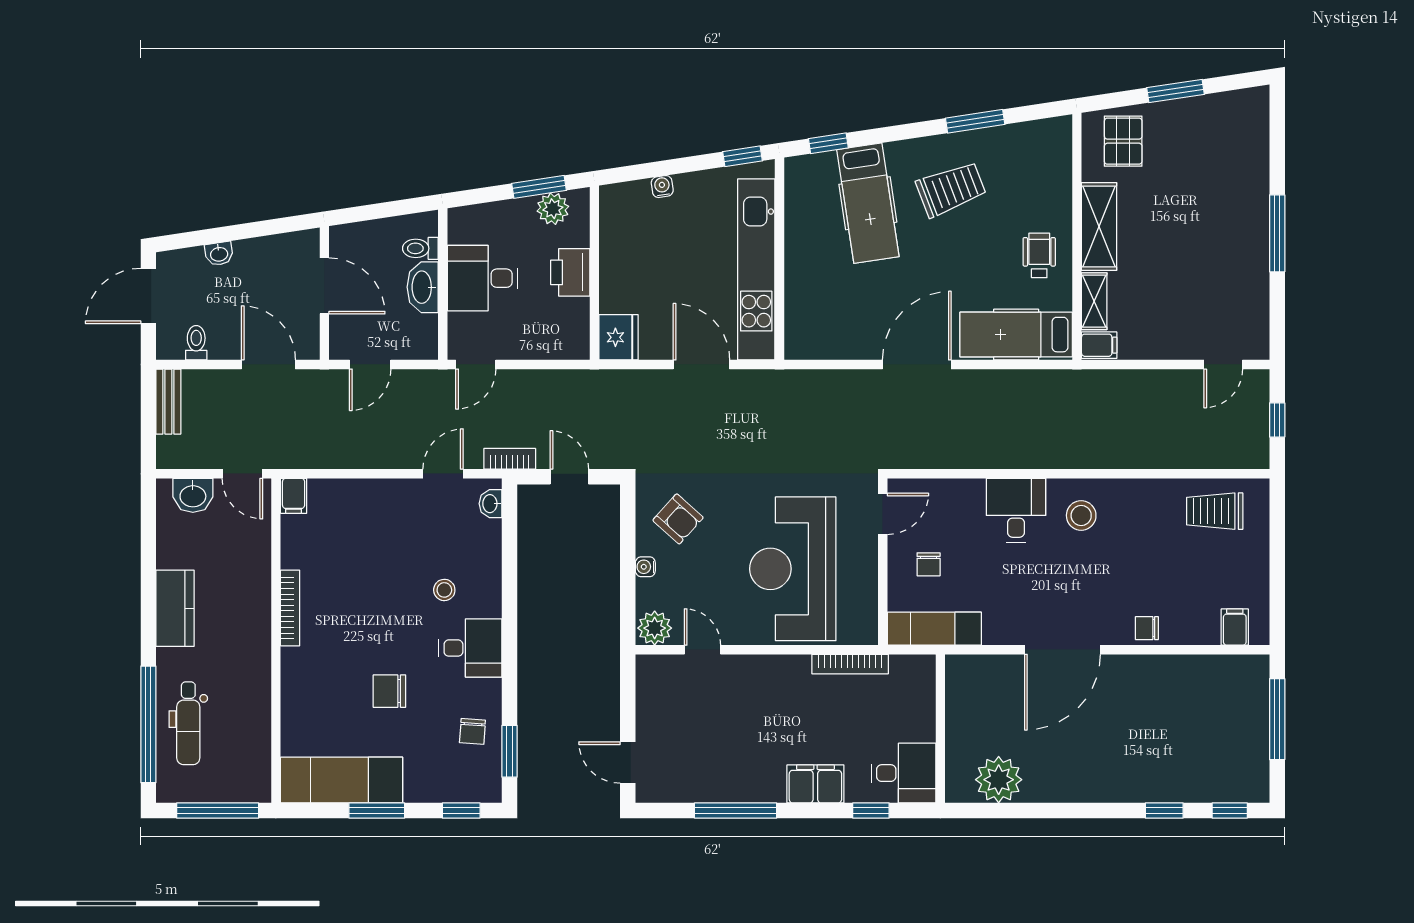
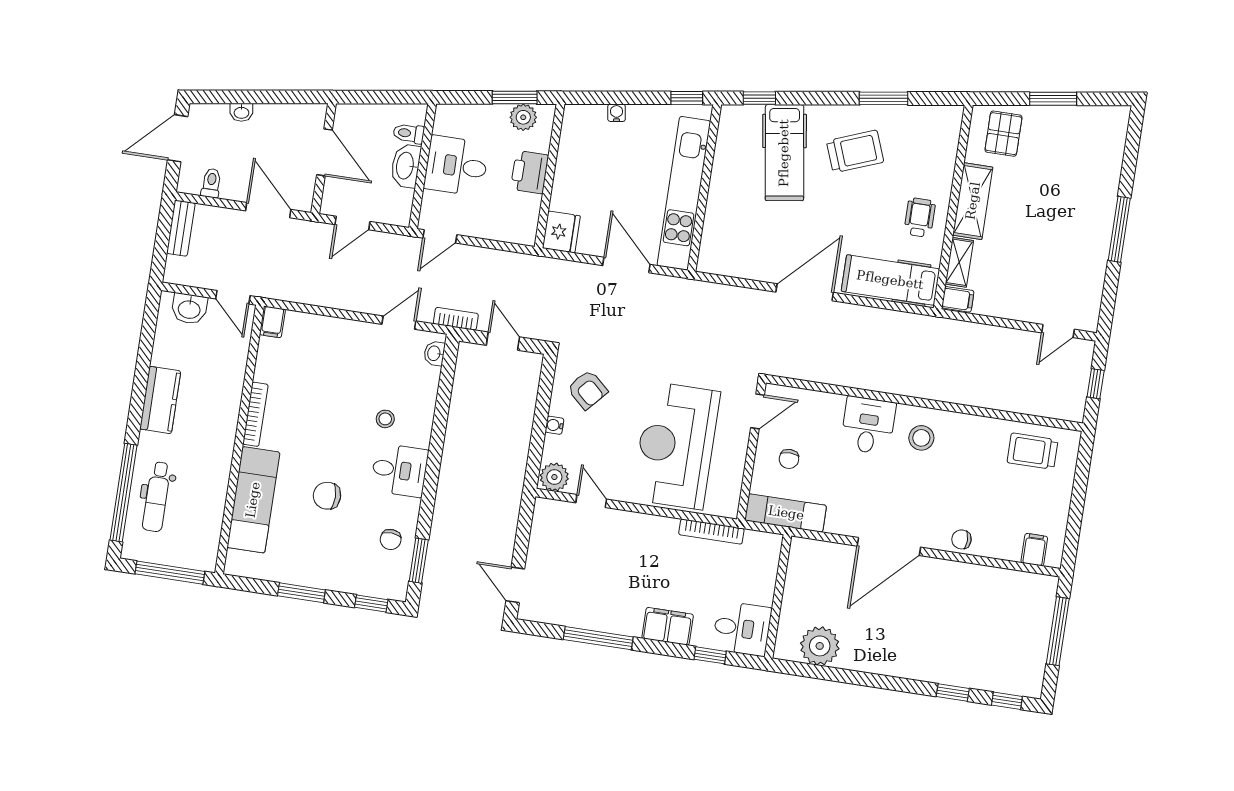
exam couch: (342, 780) -> (253, 500), moved, turned 90

